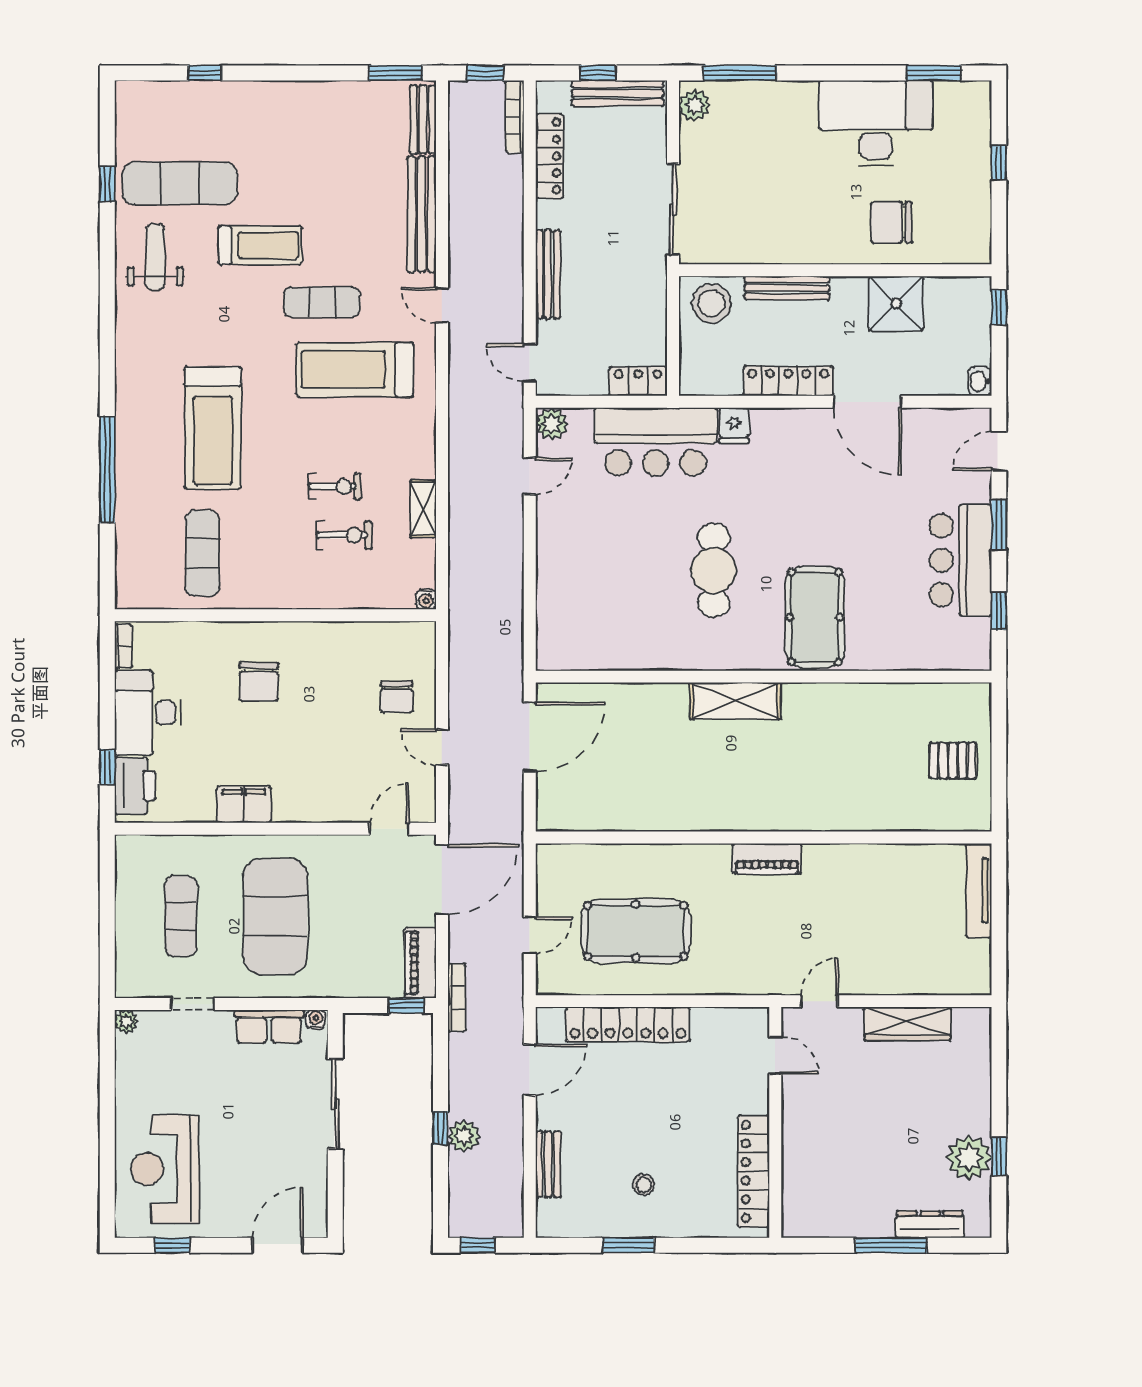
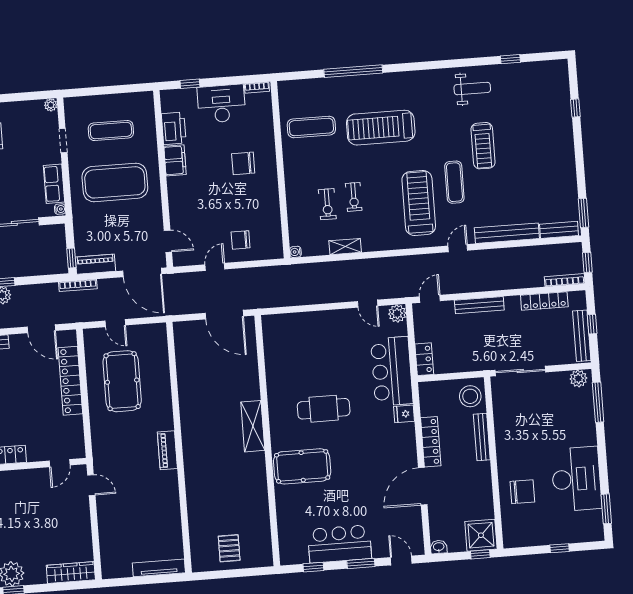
exercise mat: (180, 183) -> (514, 99), removed
chair: (891, 222) -> (522, 492), turned 90
shower: (896, 303) -> (481, 535), moved
printer: (135, 786) -> (174, 128), moved, turned -90
wardrobe: (907, 1024) -> (71, 573), moved, turned 90

